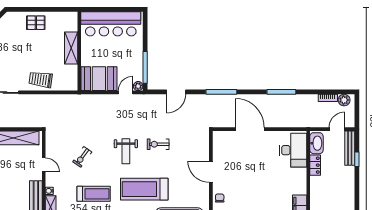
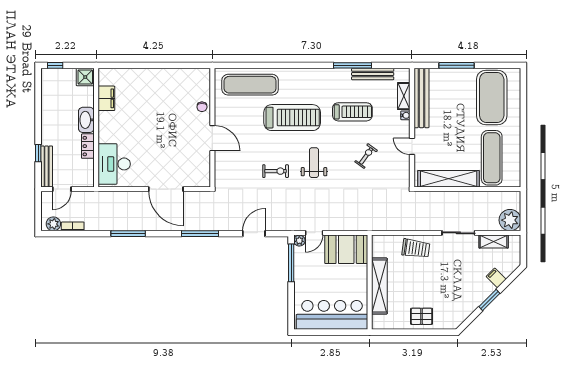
shelving: (71, 48) -> (379, 286), width x1.47
washbasin: (316, 143) -> (86, 120), moved
treadmill: (94, 194) -> (352, 112), turned 180

